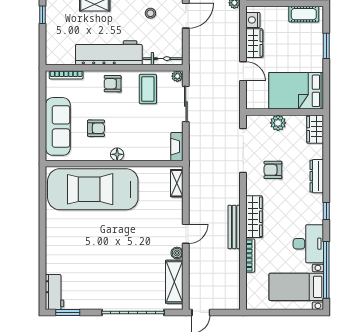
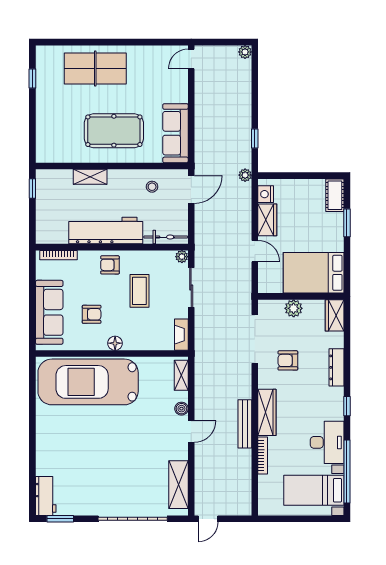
cot: (304, 14) -> (335, 195), moved, turned 90
coffee table: (148, 89) -> (139, 291), moved
boiler: (177, 253) -> (181, 409), moved

